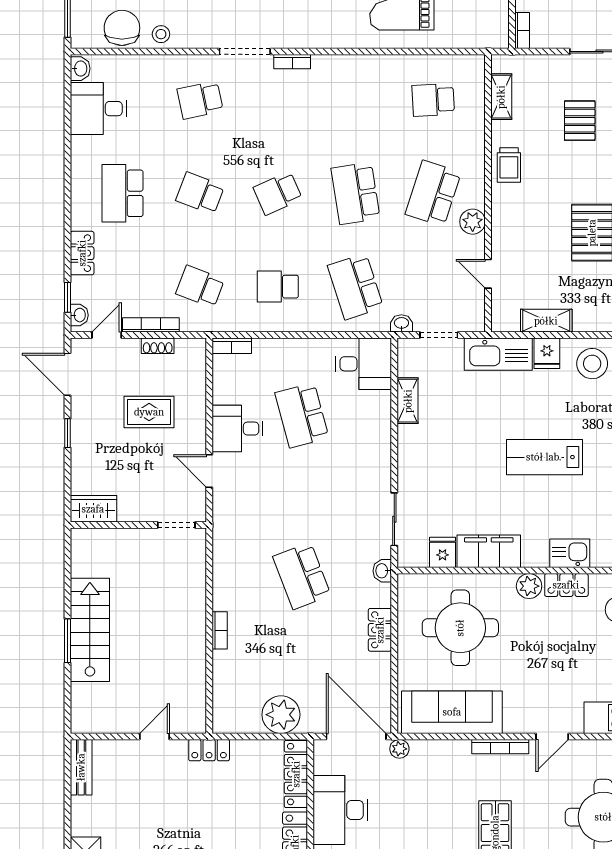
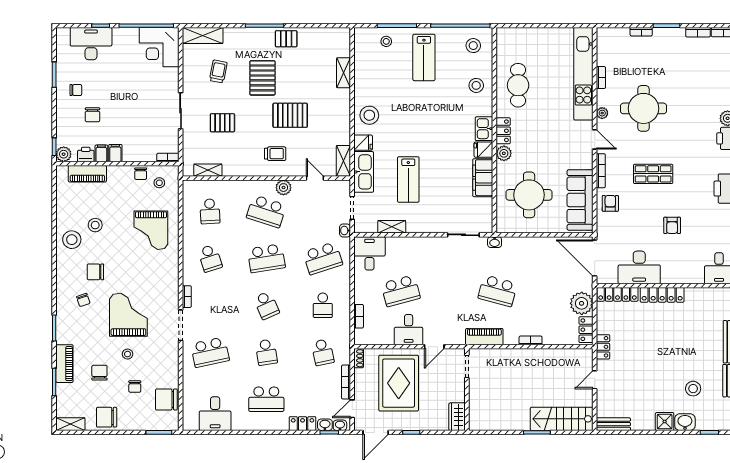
stool: (161, 34) -> (159, 183), moved
washbasin: (80, 69) -> (325, 425), moved
school desk: (200, 100) -> (210, 352), width x1.85
school desk: (355, 100) -> (210, 258), added
trolley: (509, 165) -> (275, 154), moved
school desk: (200, 193) -> (266, 352), turned -30
door: (488, 274) -> (315, 178), swing flipped
school desk: (200, 287) -> (323, 352), turned -33
shelving: (546, 321) -> (343, 161), moved
door: (107, 335) -> (352, 409), hinge flipped
shoe rack: (158, 346) -> (359, 358), moved
bookcase: (232, 346) -> (359, 316), moved
rug: (149, 412) -> (399, 383), width x1.86, depth x2.06
lab bench: (544, 457) -> (408, 179), moved
fridge: (442, 552) -> (483, 150), moved
piano: (226, 554) -> (484, 337), added
school desk: (302, 576) -> (498, 291), turned 36
stairs: (90, 630) -> (562, 419), moved
locker: (380, 630) -> (586, 330), moved, turned 90
door: (155, 736) -> (595, 380), hinge flipped
door: (356, 736) -> (595, 258), hinge flipped
plant: (399, 749) -> (602, 113), moved
armchair: (446, 762) -> (610, 203), added

